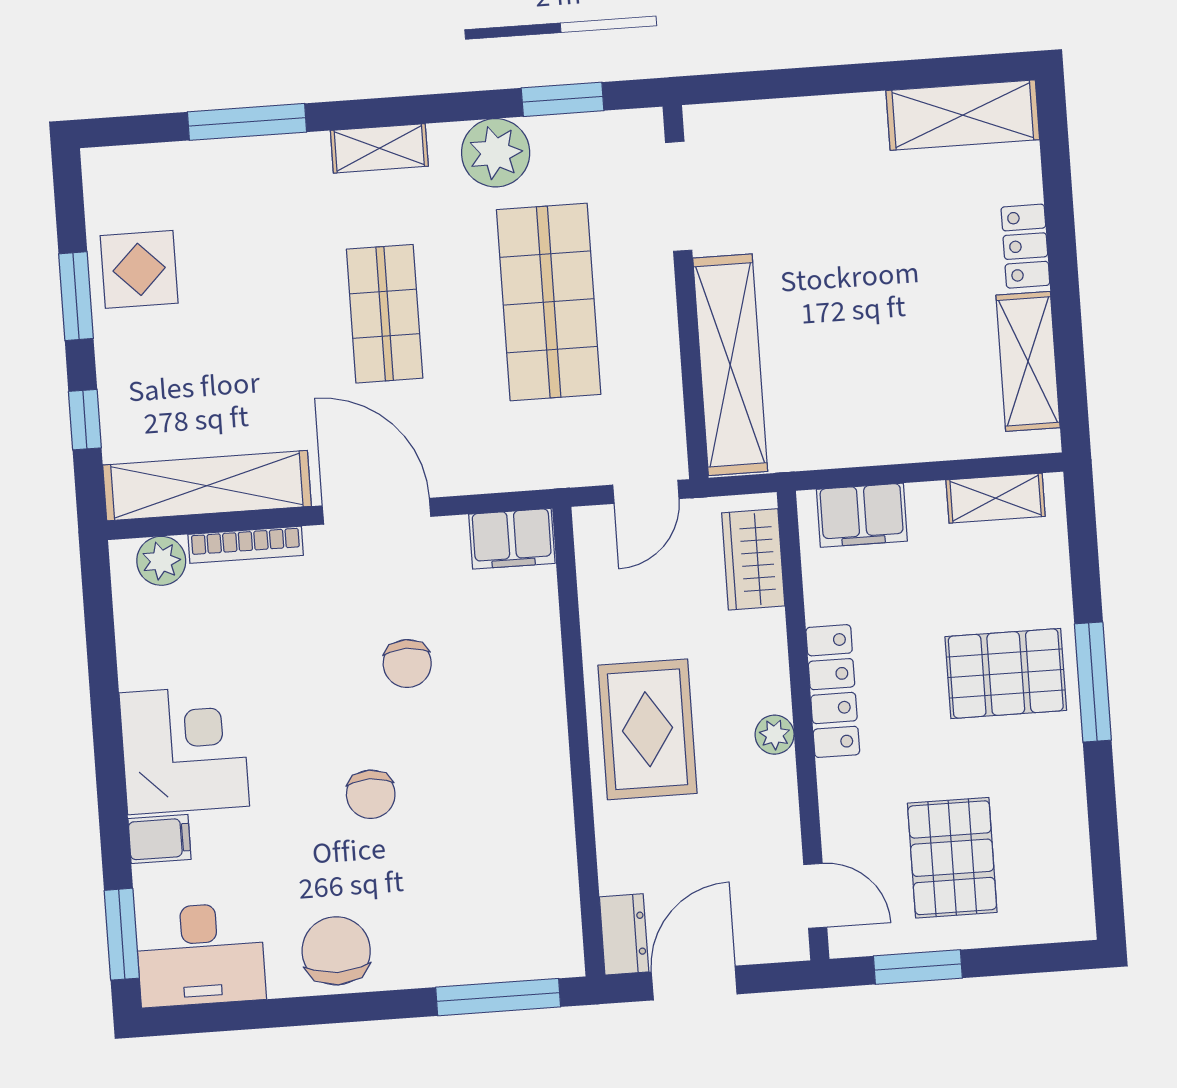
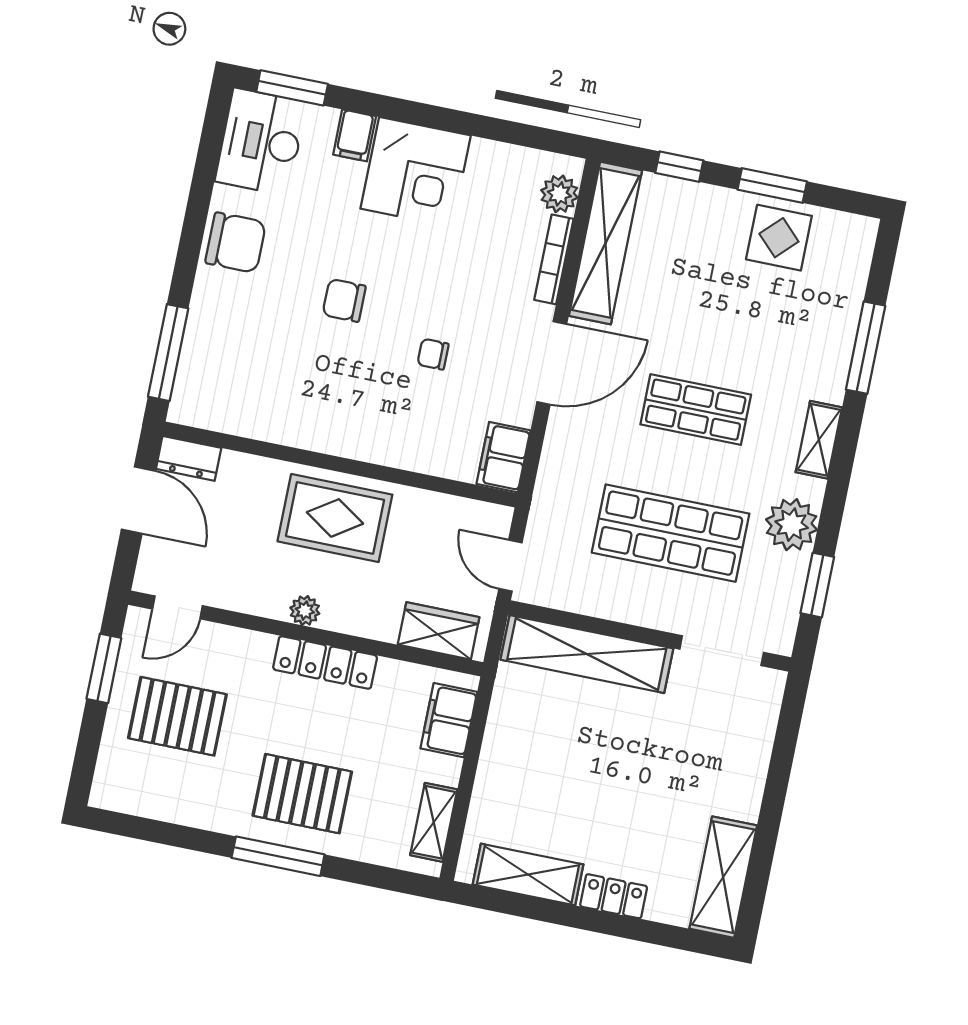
chair: (407, 664) -> (433, 354), width x0.73, depth x0.73
pallet: (1006, 674) -> (302, 794), turned 90

